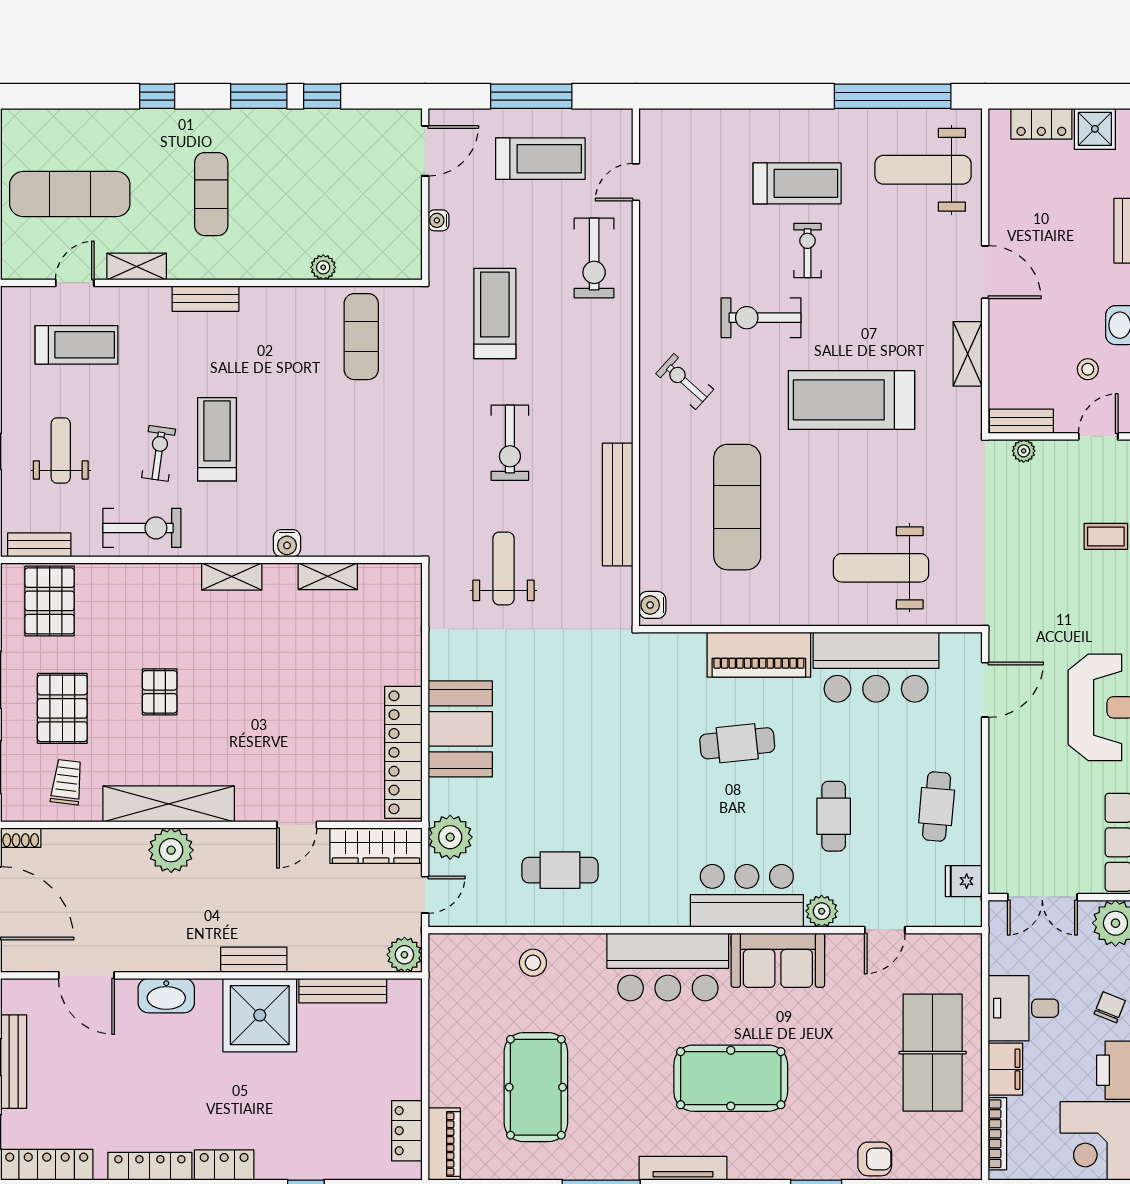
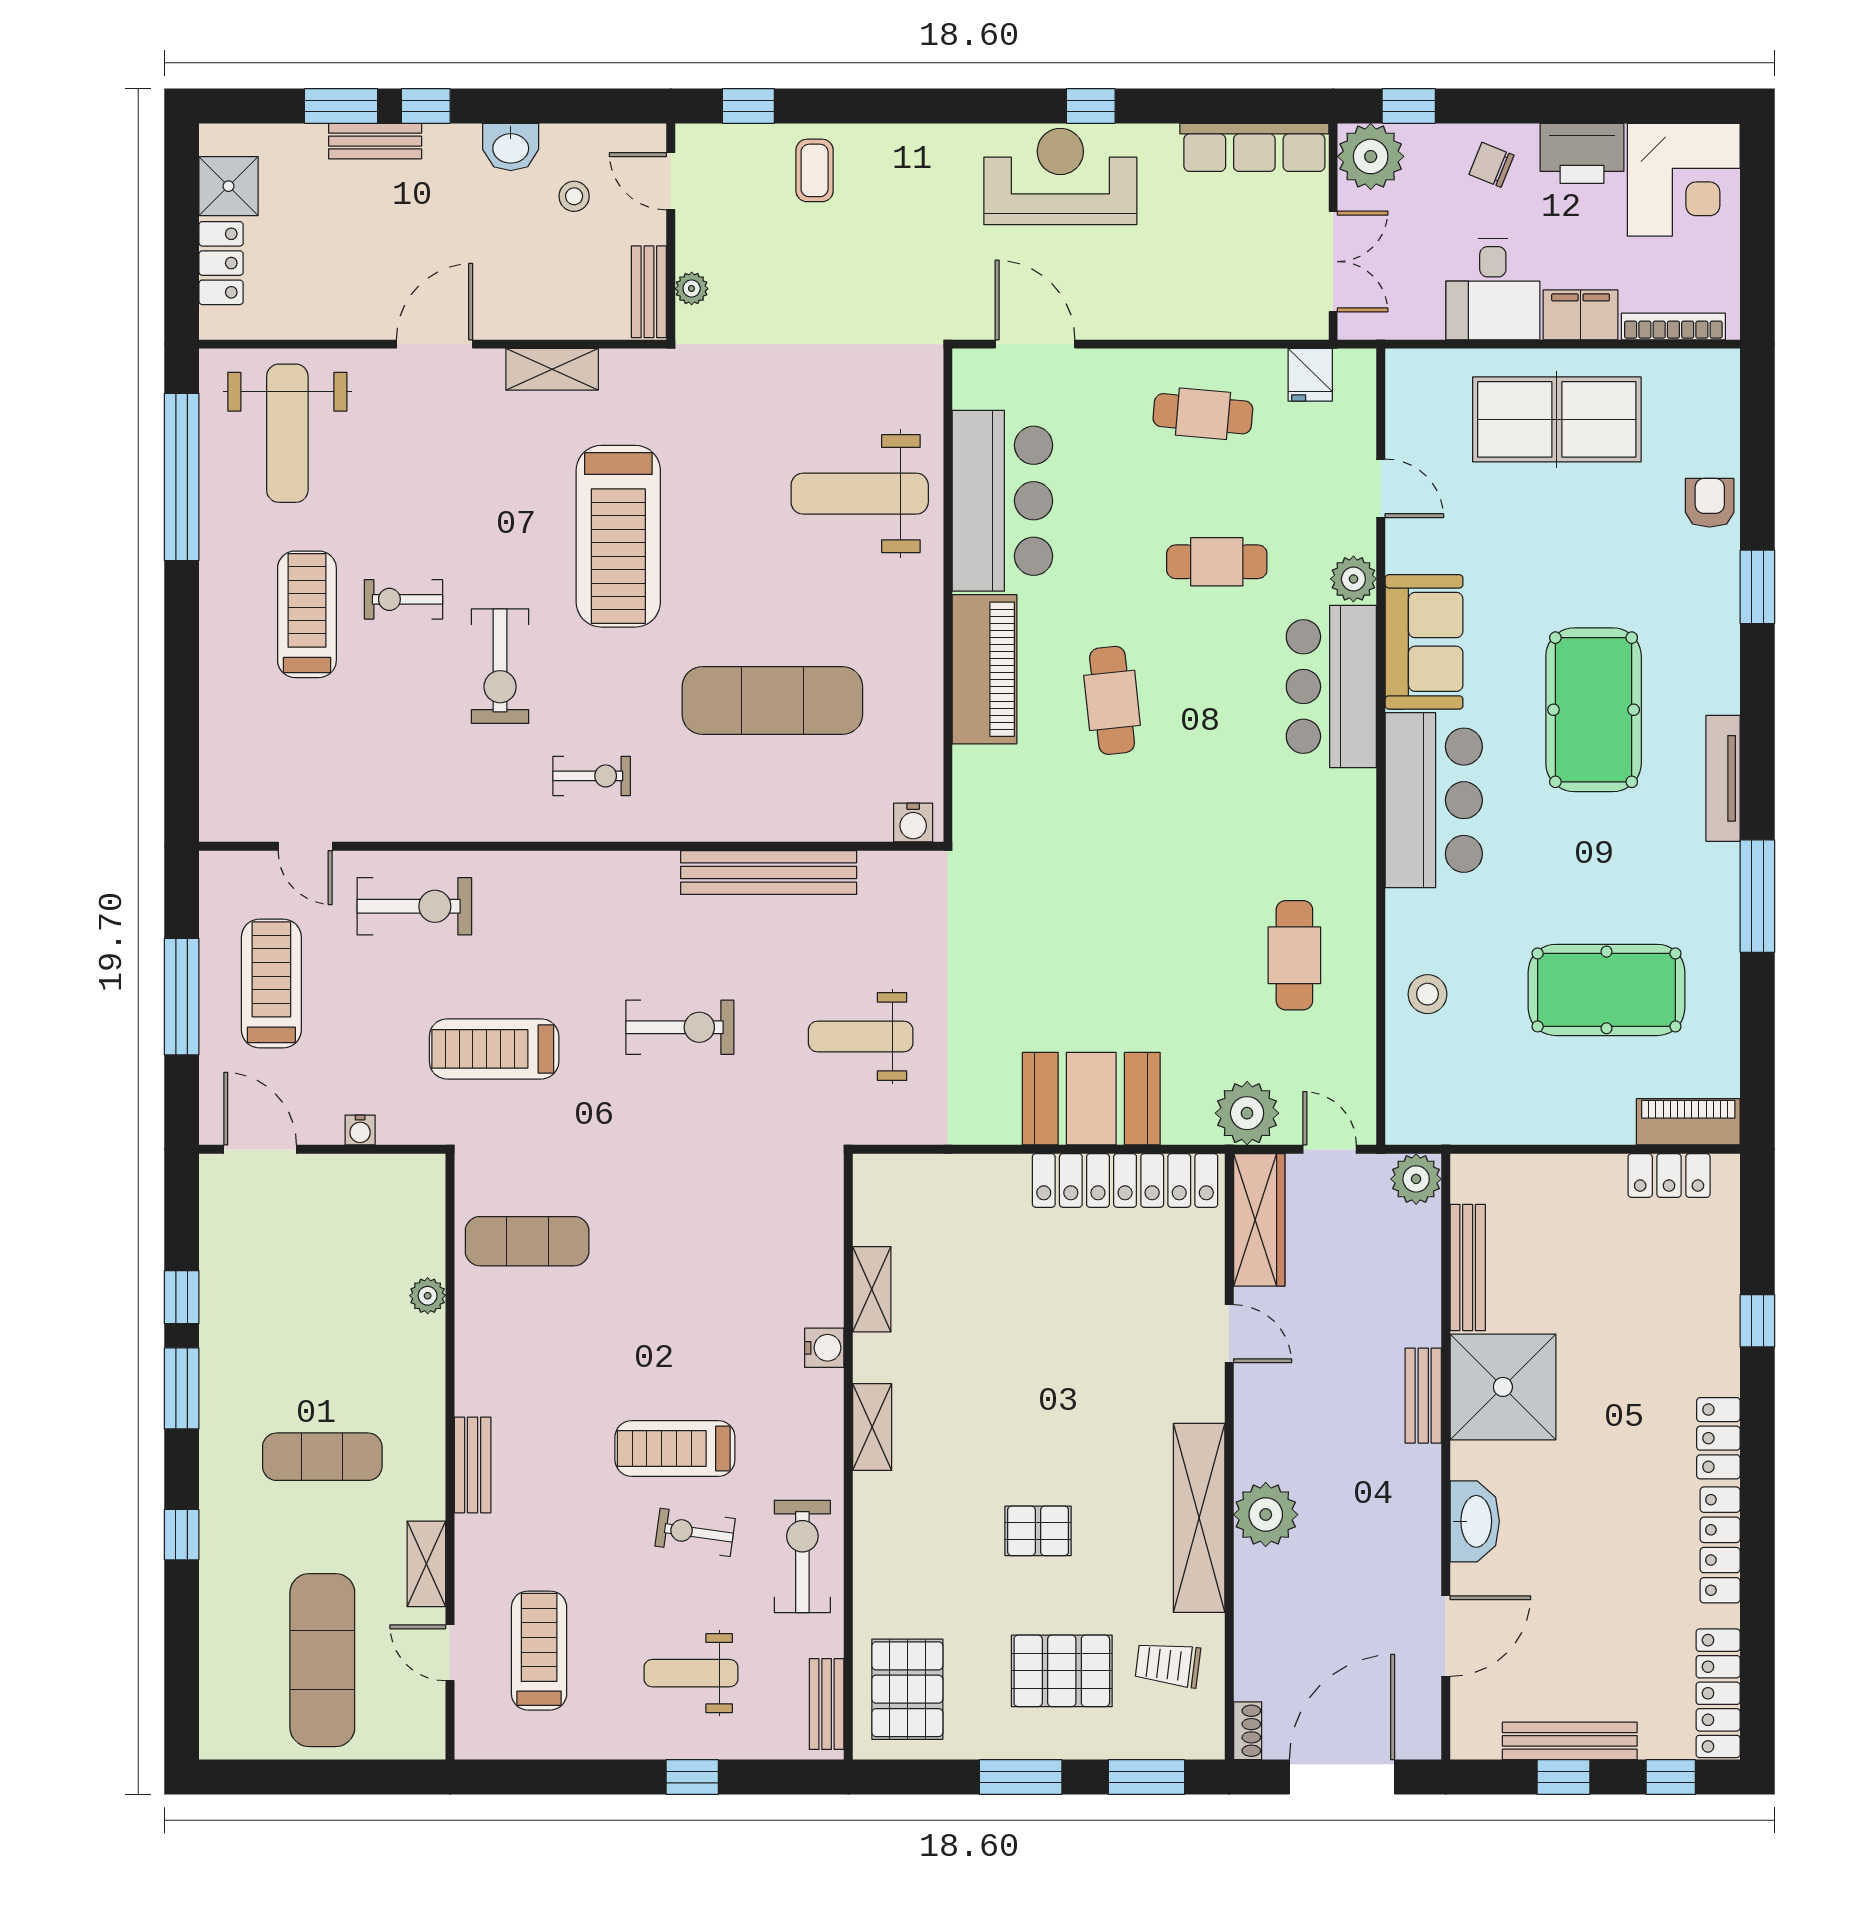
exercise bike: (685, 381) -> (592, 776), turned -132
weight bench: (881, 568) -> (860, 494), turned 90
pallet: (50, 601) -> (907, 1689), turned 90

